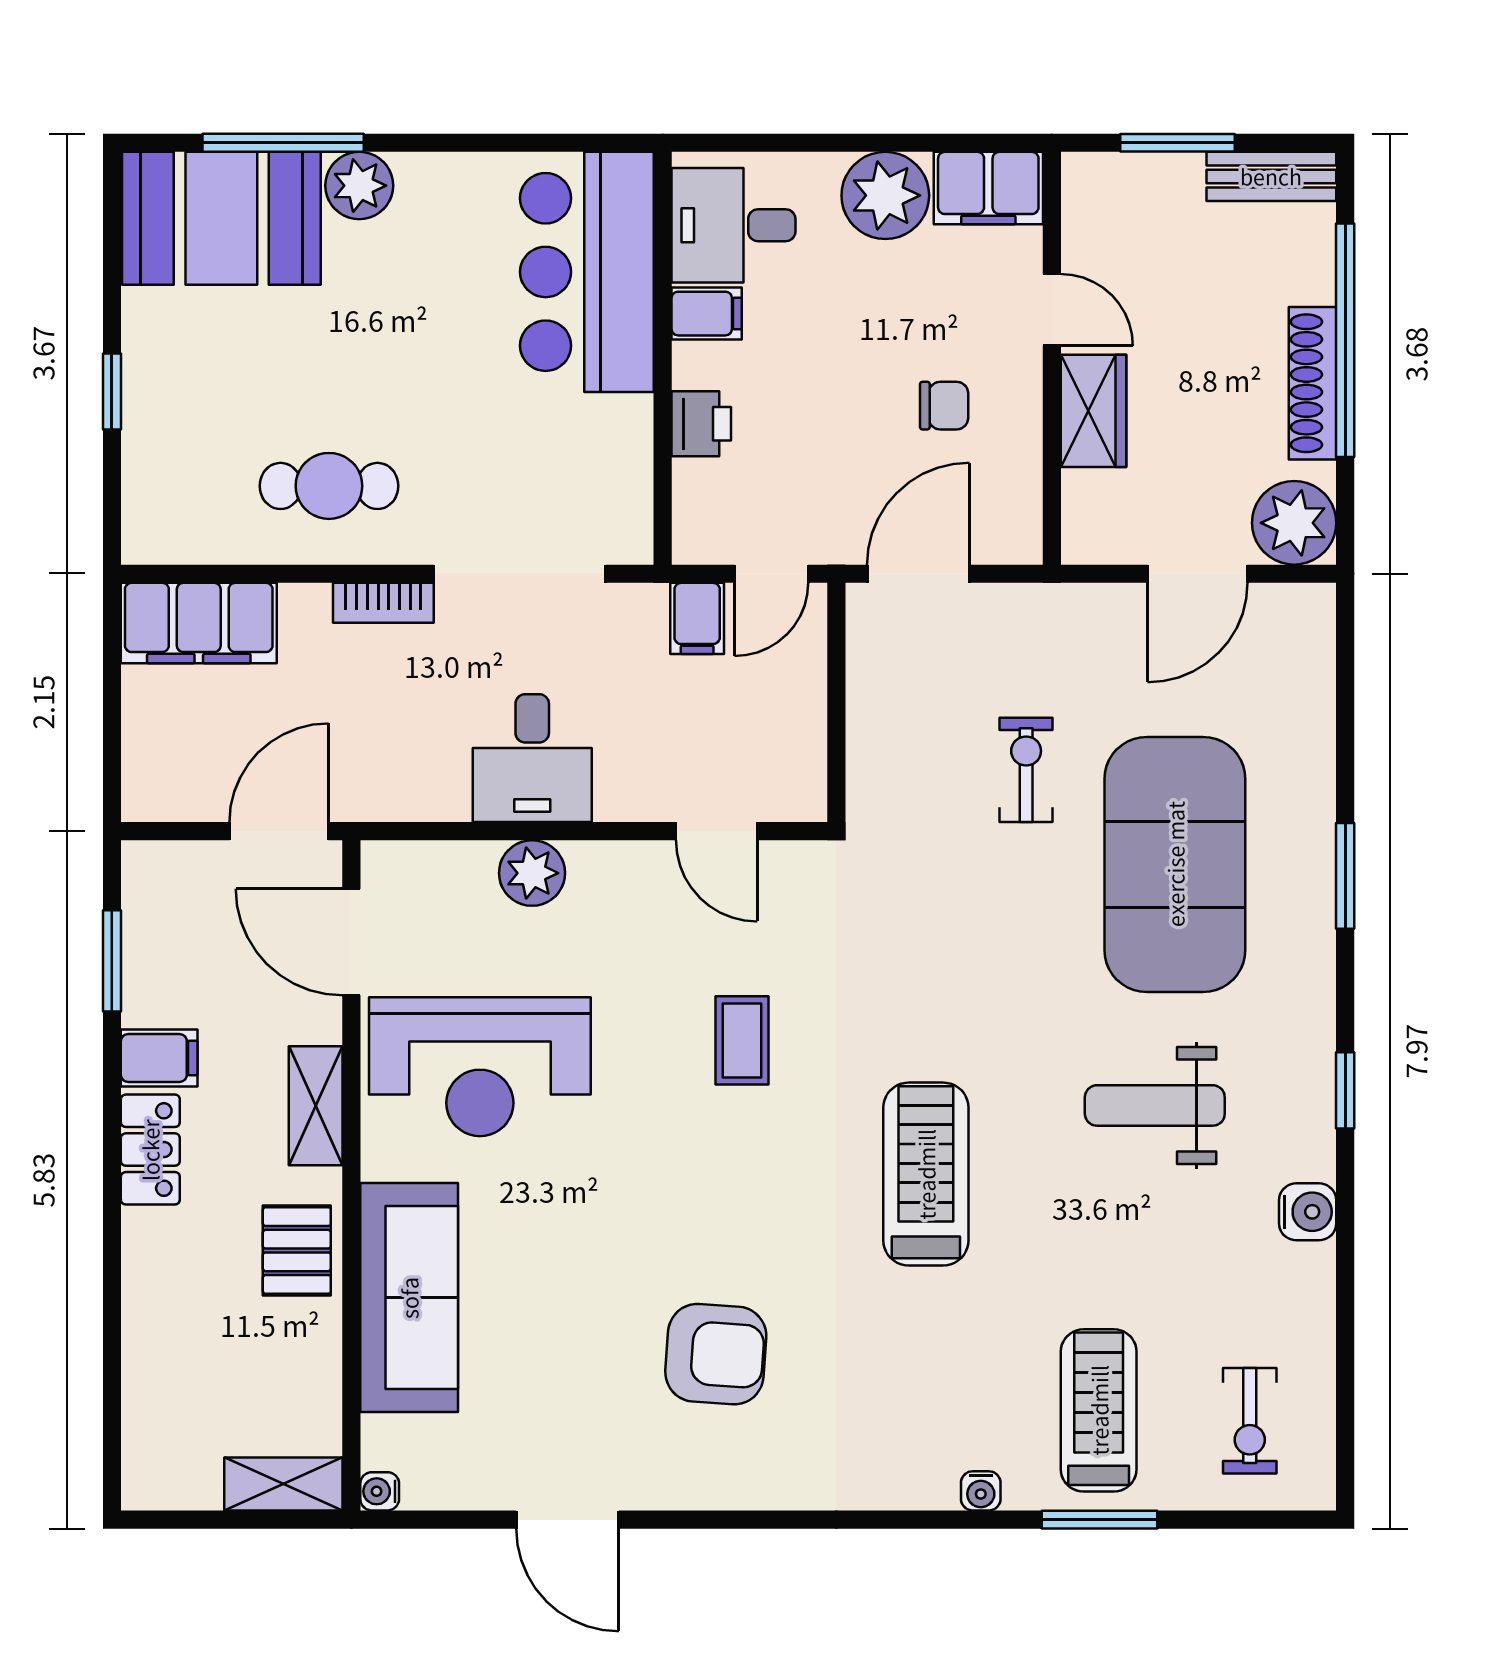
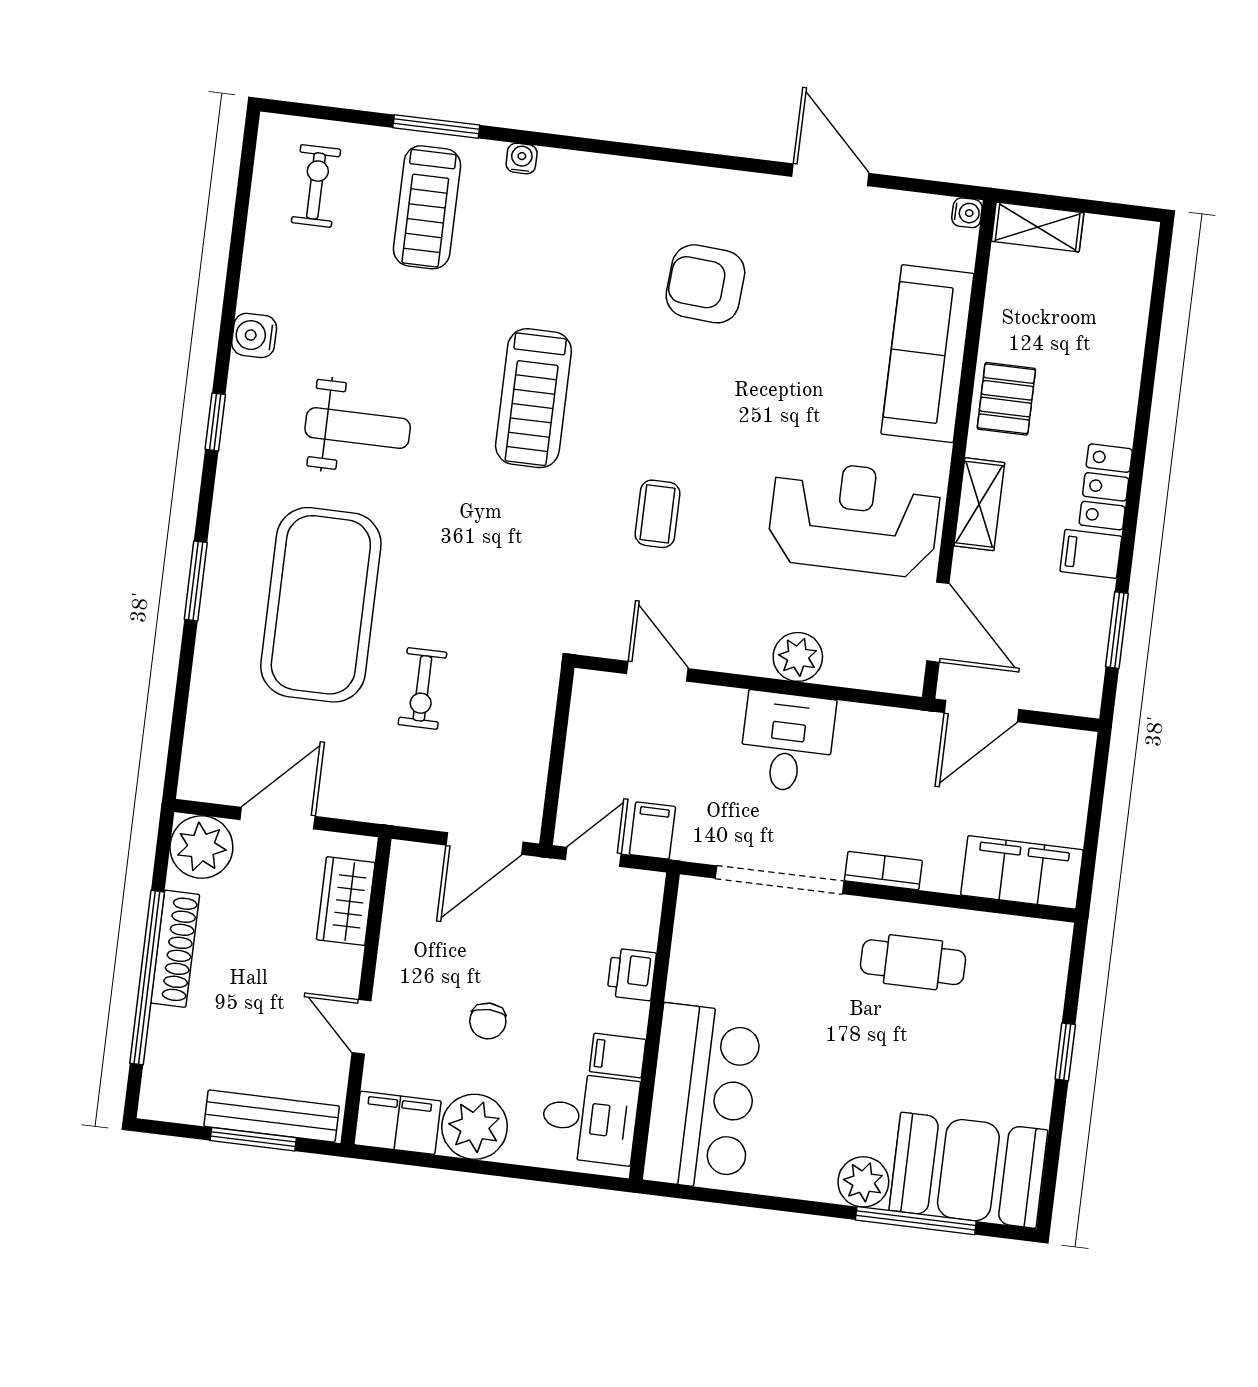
bench: (1271, 176) -> (272, 1116), moved, width x1.36
chair: (944, 406) -> (488, 1021), moved, turned -90
wardrobe: (1093, 411) -> (346, 901), moved

